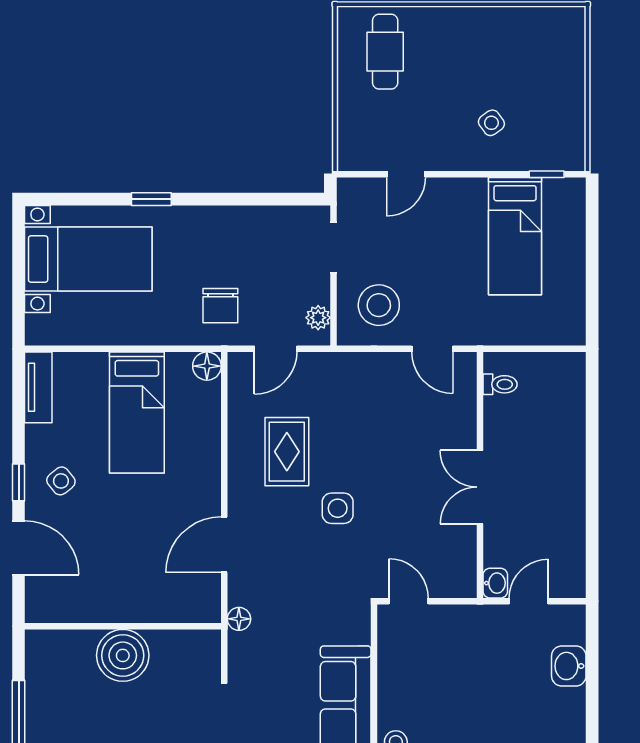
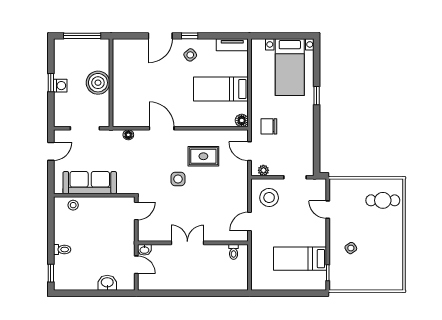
wall: (123, 626) -> (111, 83), moved
boiler: (123, 655) -> (98, 83), moved

